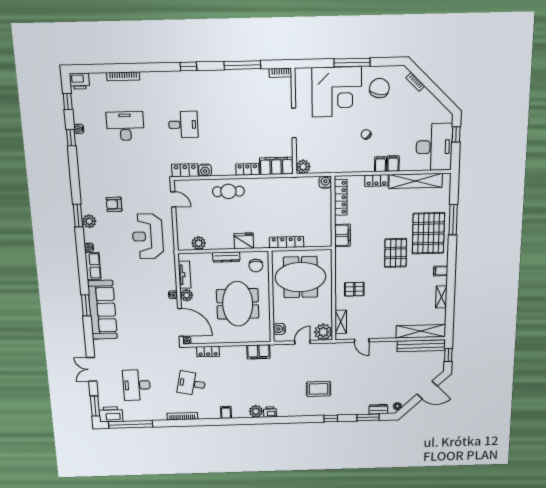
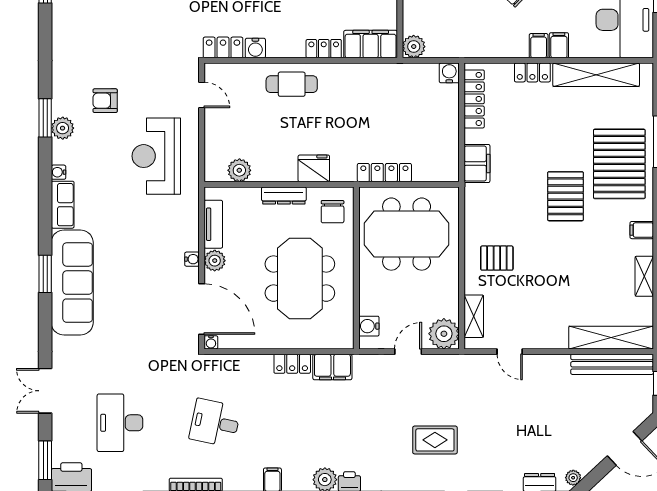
locker: (208, 351) -> (292, 364), moved

